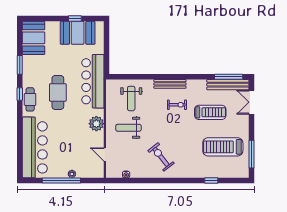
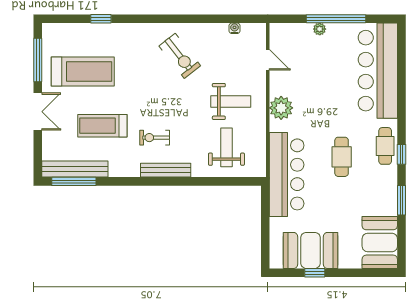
cafe table: (58, 92) -> (342, 157), width x0.73, depth x0.74
double door: (252, 102) -> (38, 112), moved

